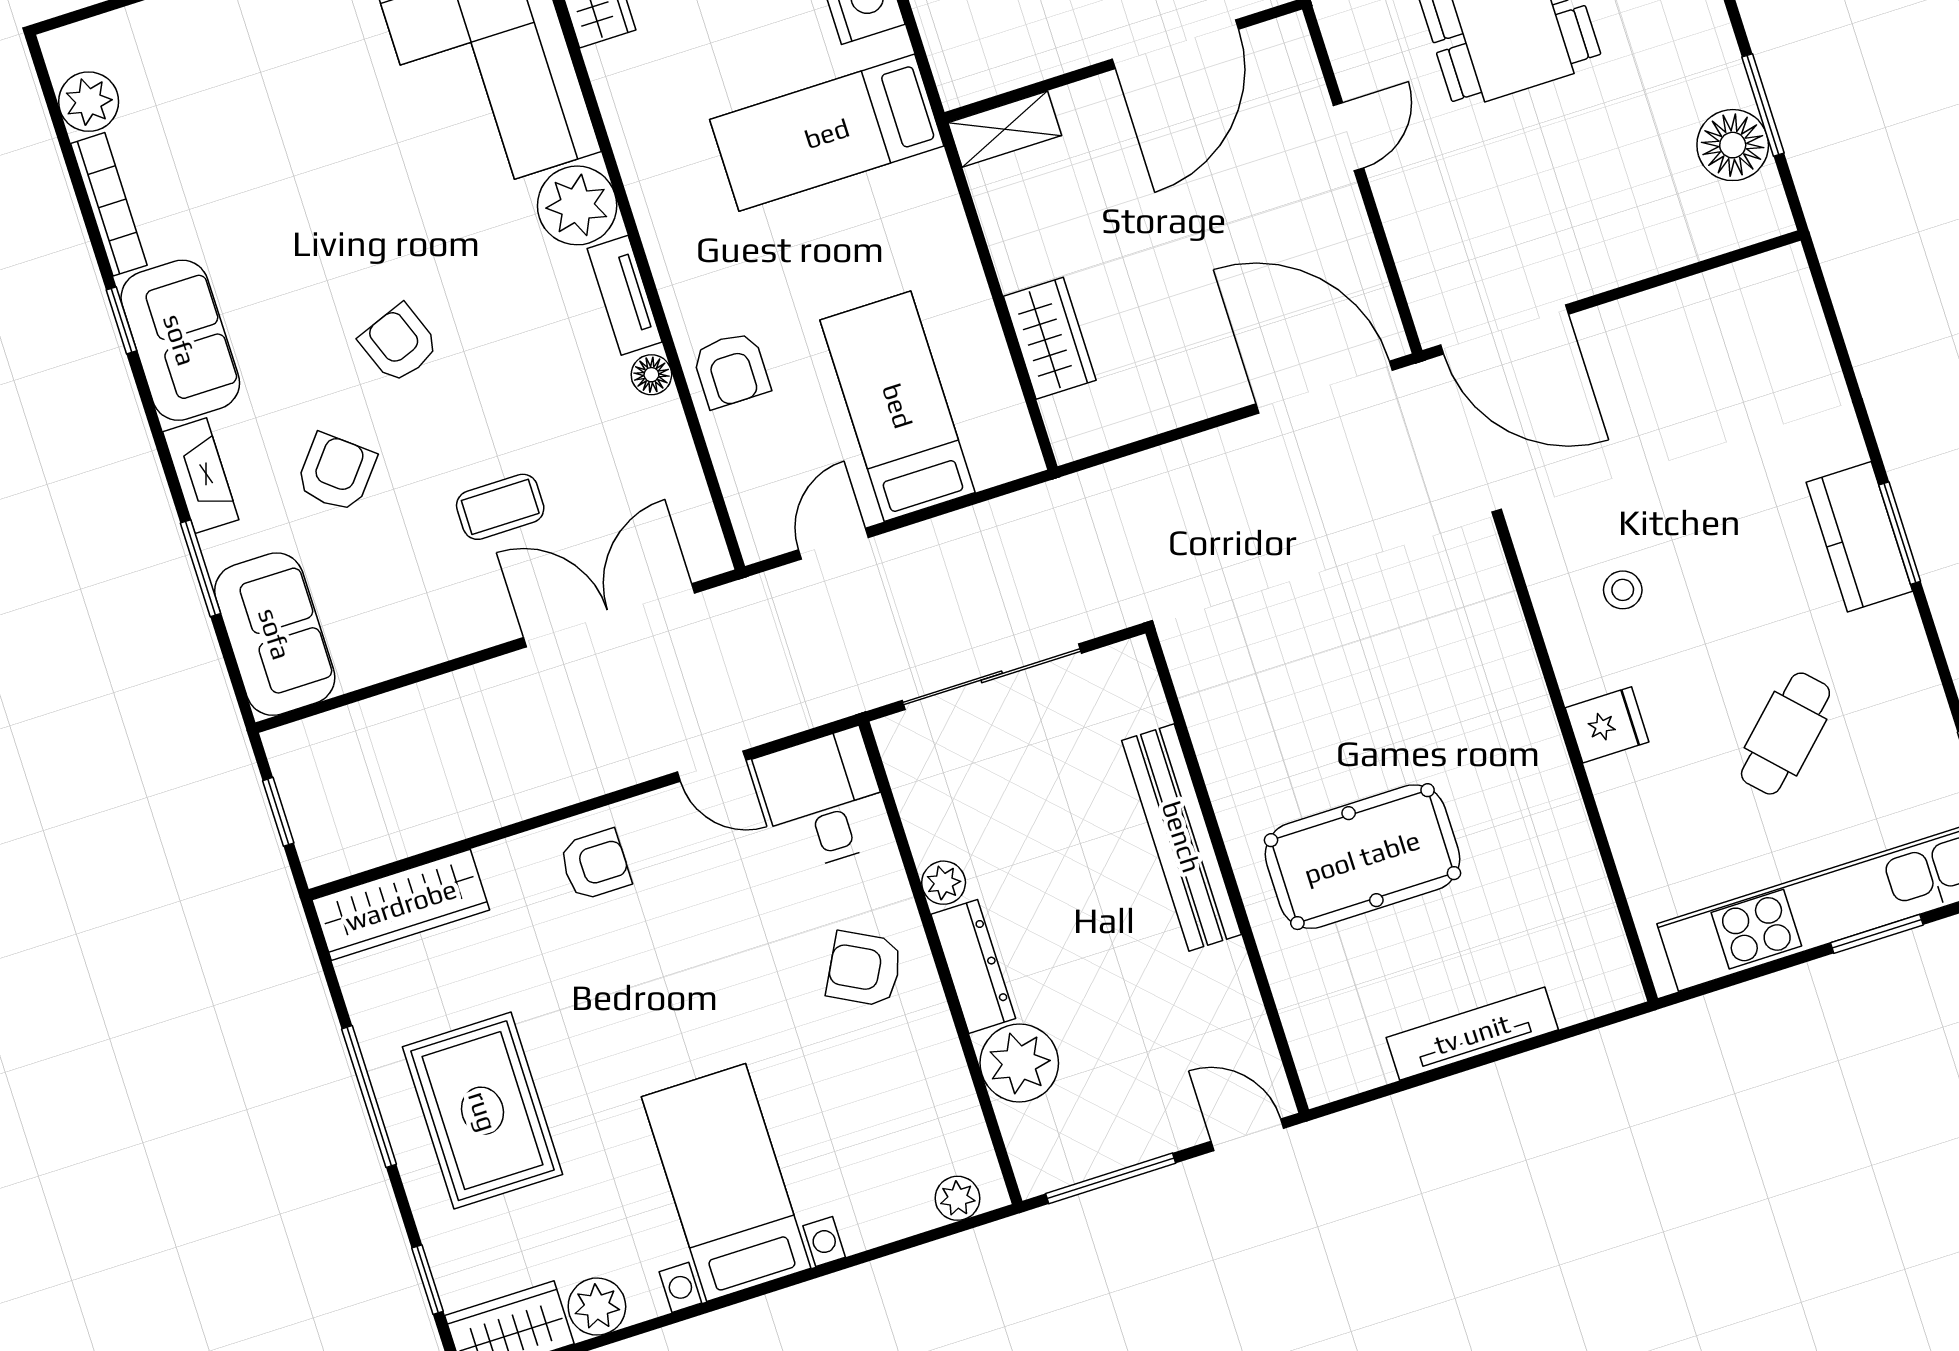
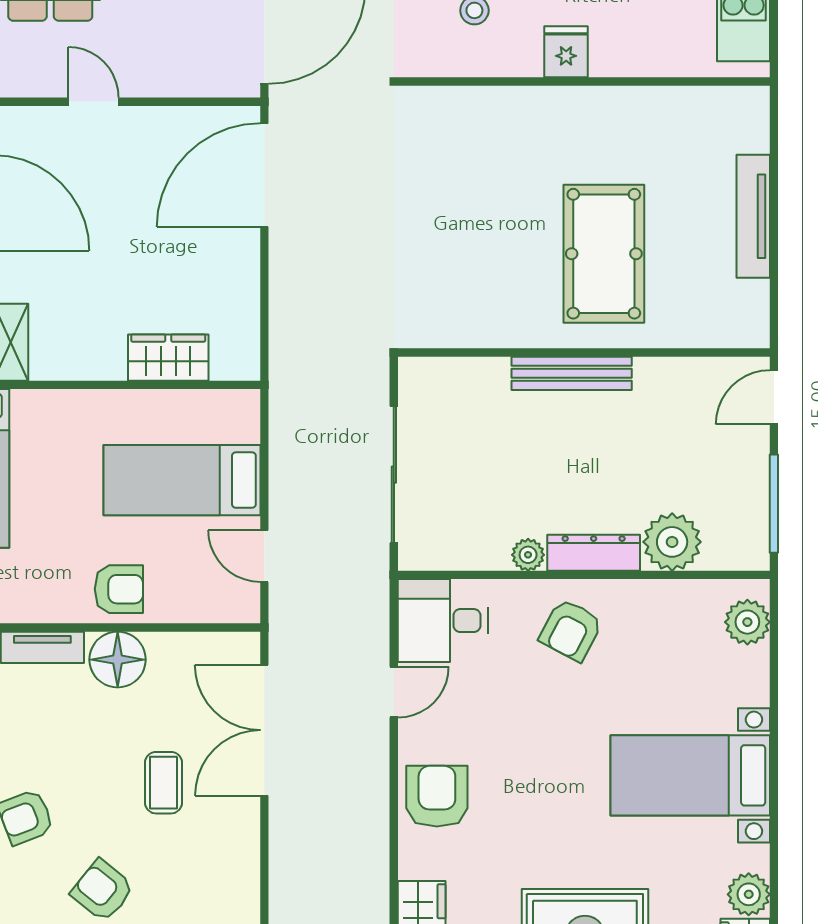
floor lamp: (651, 375) -> (118, 660), width x1.89, depth x1.89
bench: (1182, 837) -> (572, 373), width x0.73, depth x0.82
armchair: (595, 865) -> (437, 796), width x1.38, depth x1.38
plant: (957, 1198) -> (747, 622), width x1.38, depth x1.38

